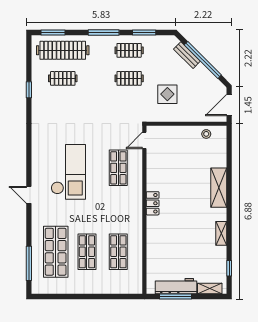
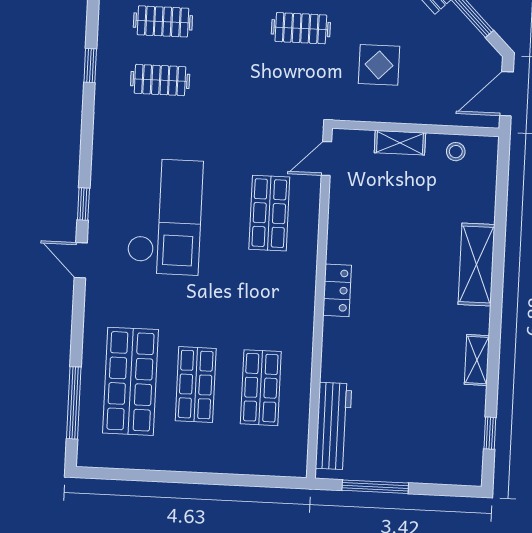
window: (29, 90) -> (90, 66), moved
clothes rail: (63, 107) -> (160, 80), added
window: (29, 168) -> (83, 204), added
workbench: (176, 286) -> (334, 426), moved, turned 90
shelving: (210, 289) -> (400, 143), moved

